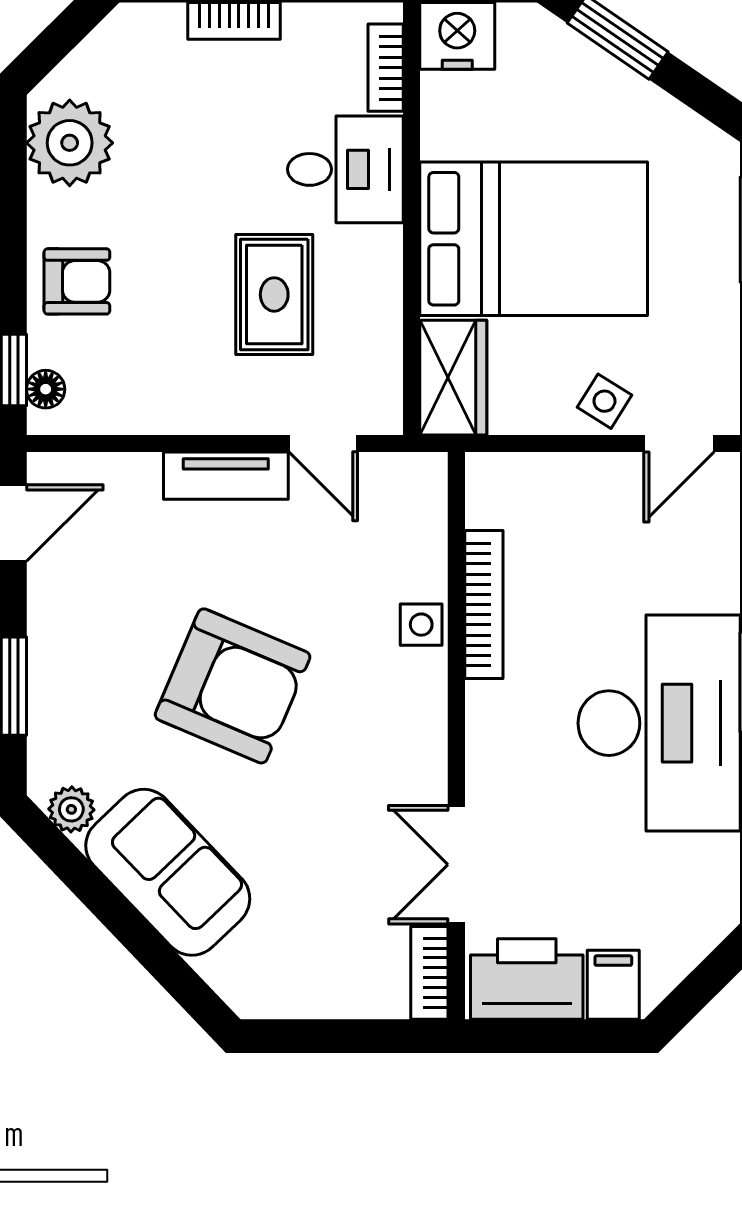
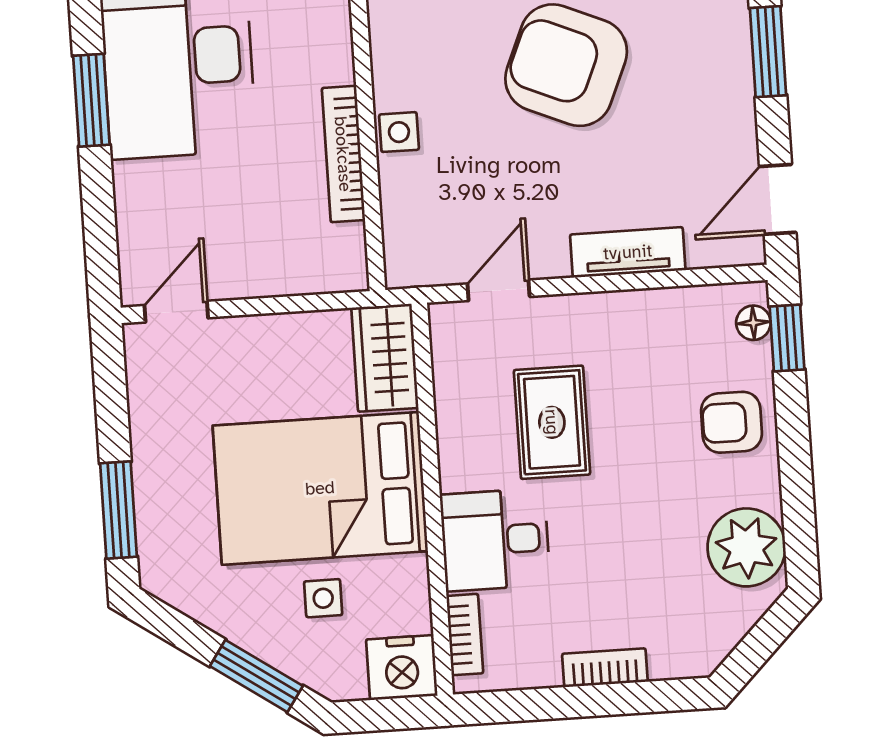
side table: (604, 401) -> (323, 598), moved, turned -32
door: (323, 443) -> (499, 290), hinge flipped
tv unit: (226, 476) -> (628, 252), moved

